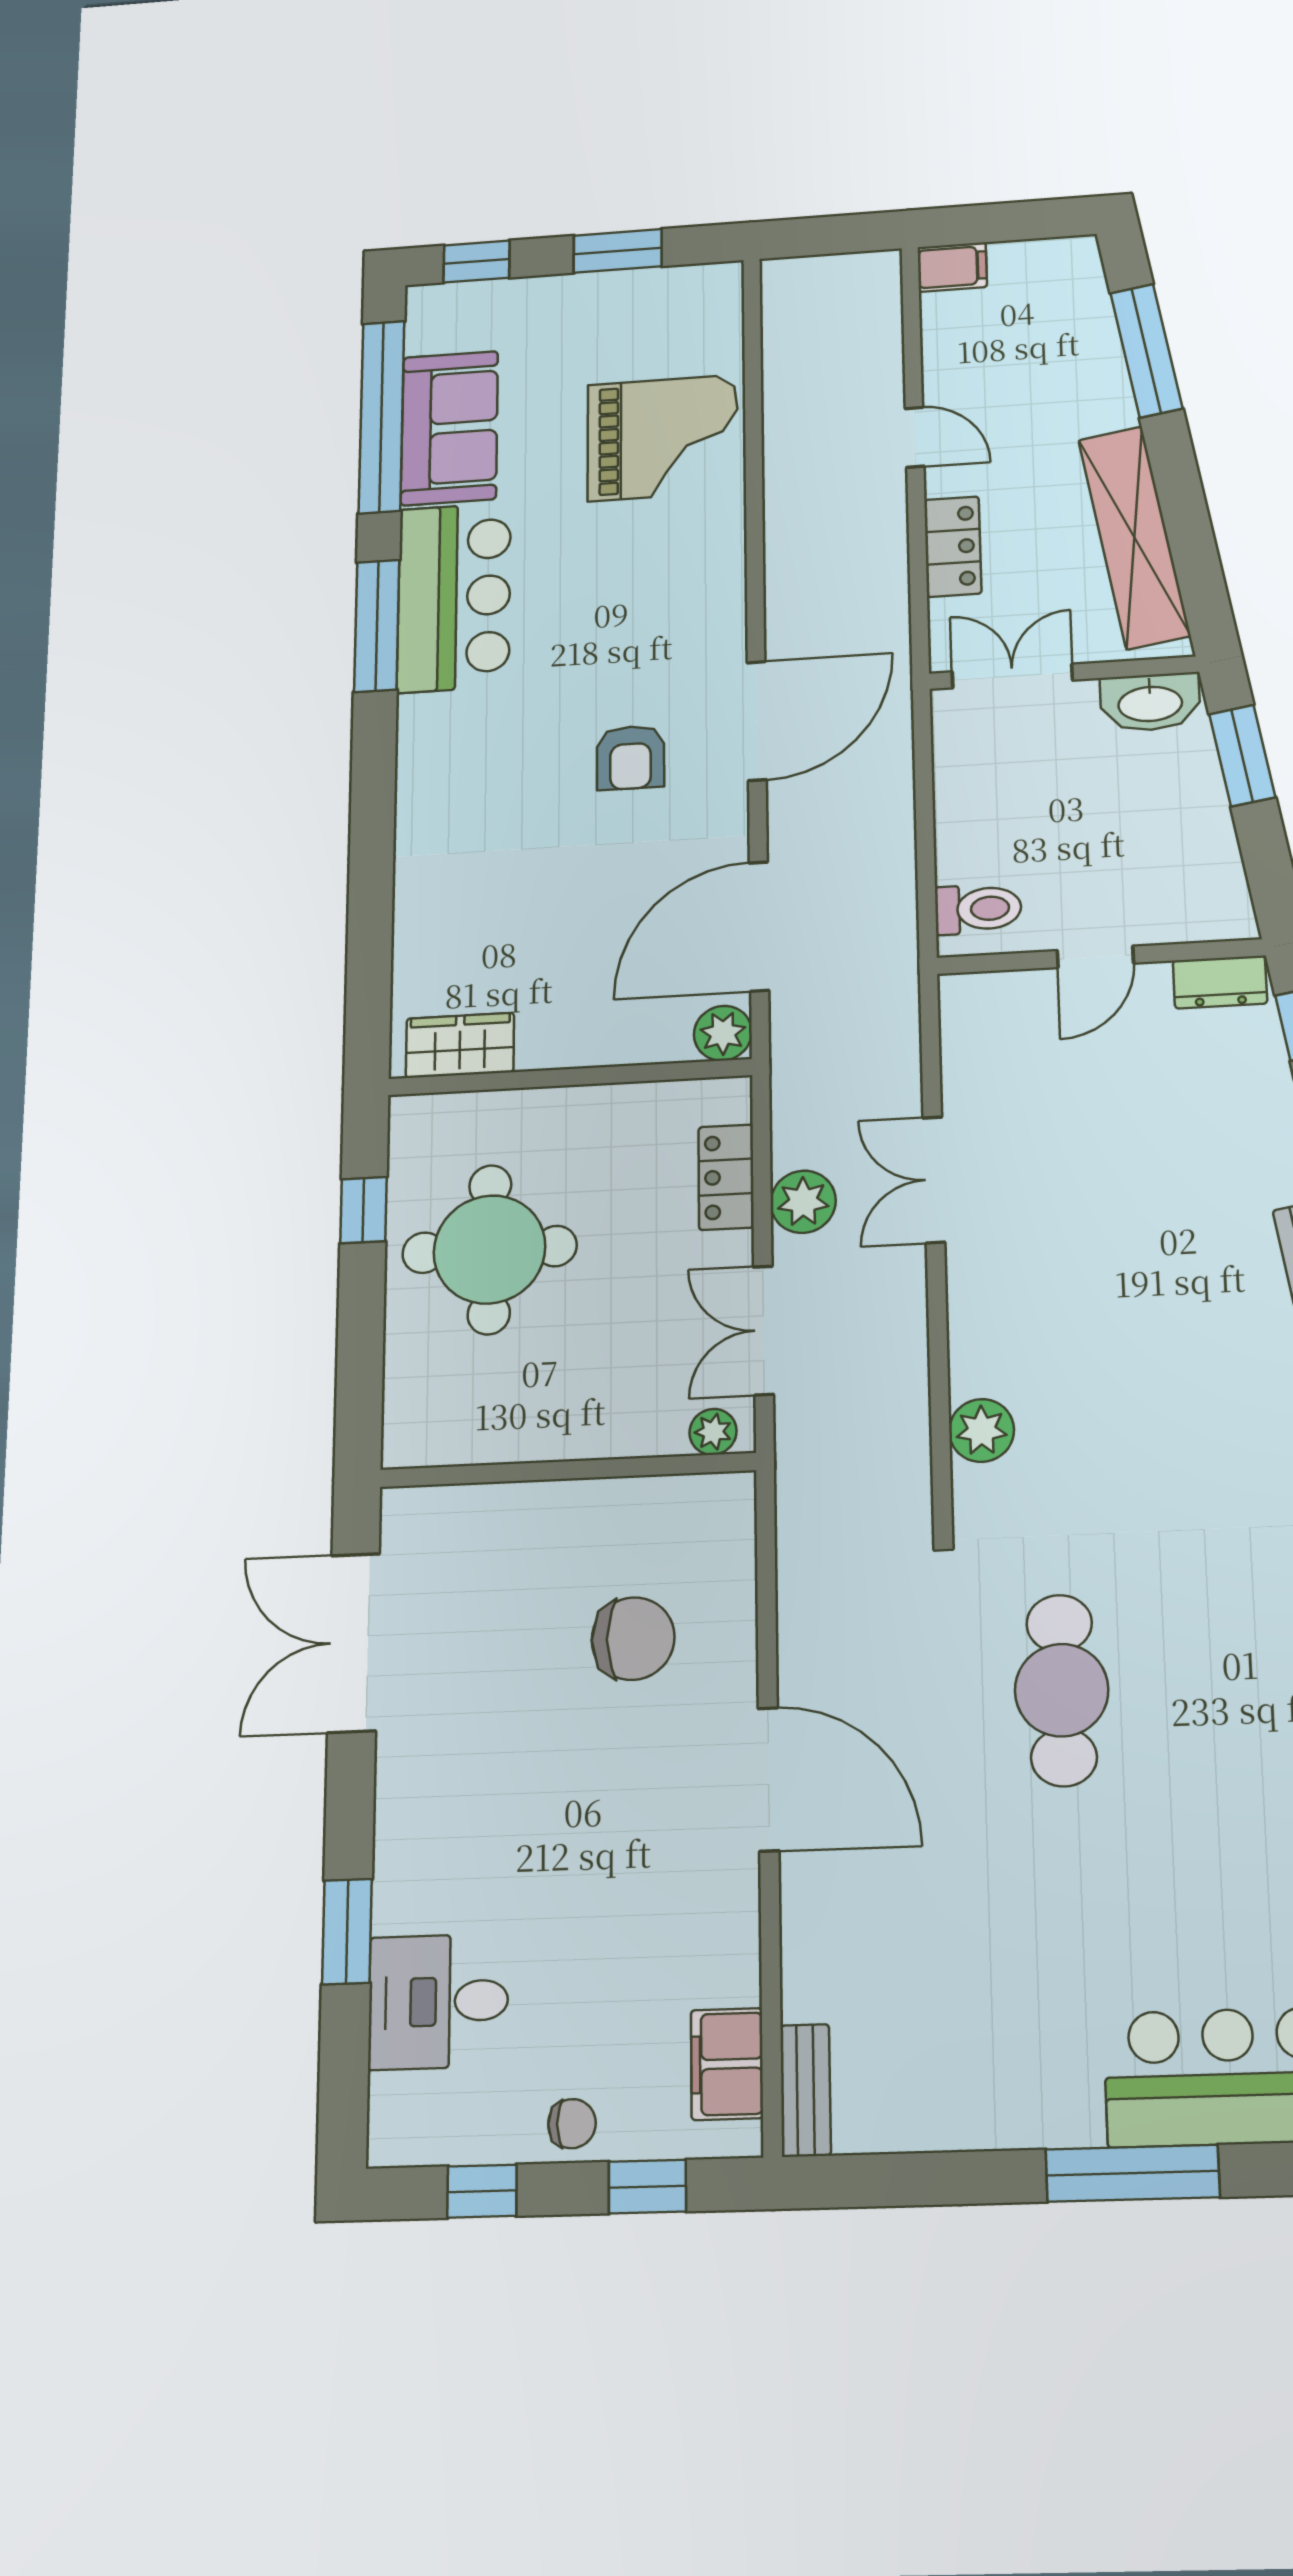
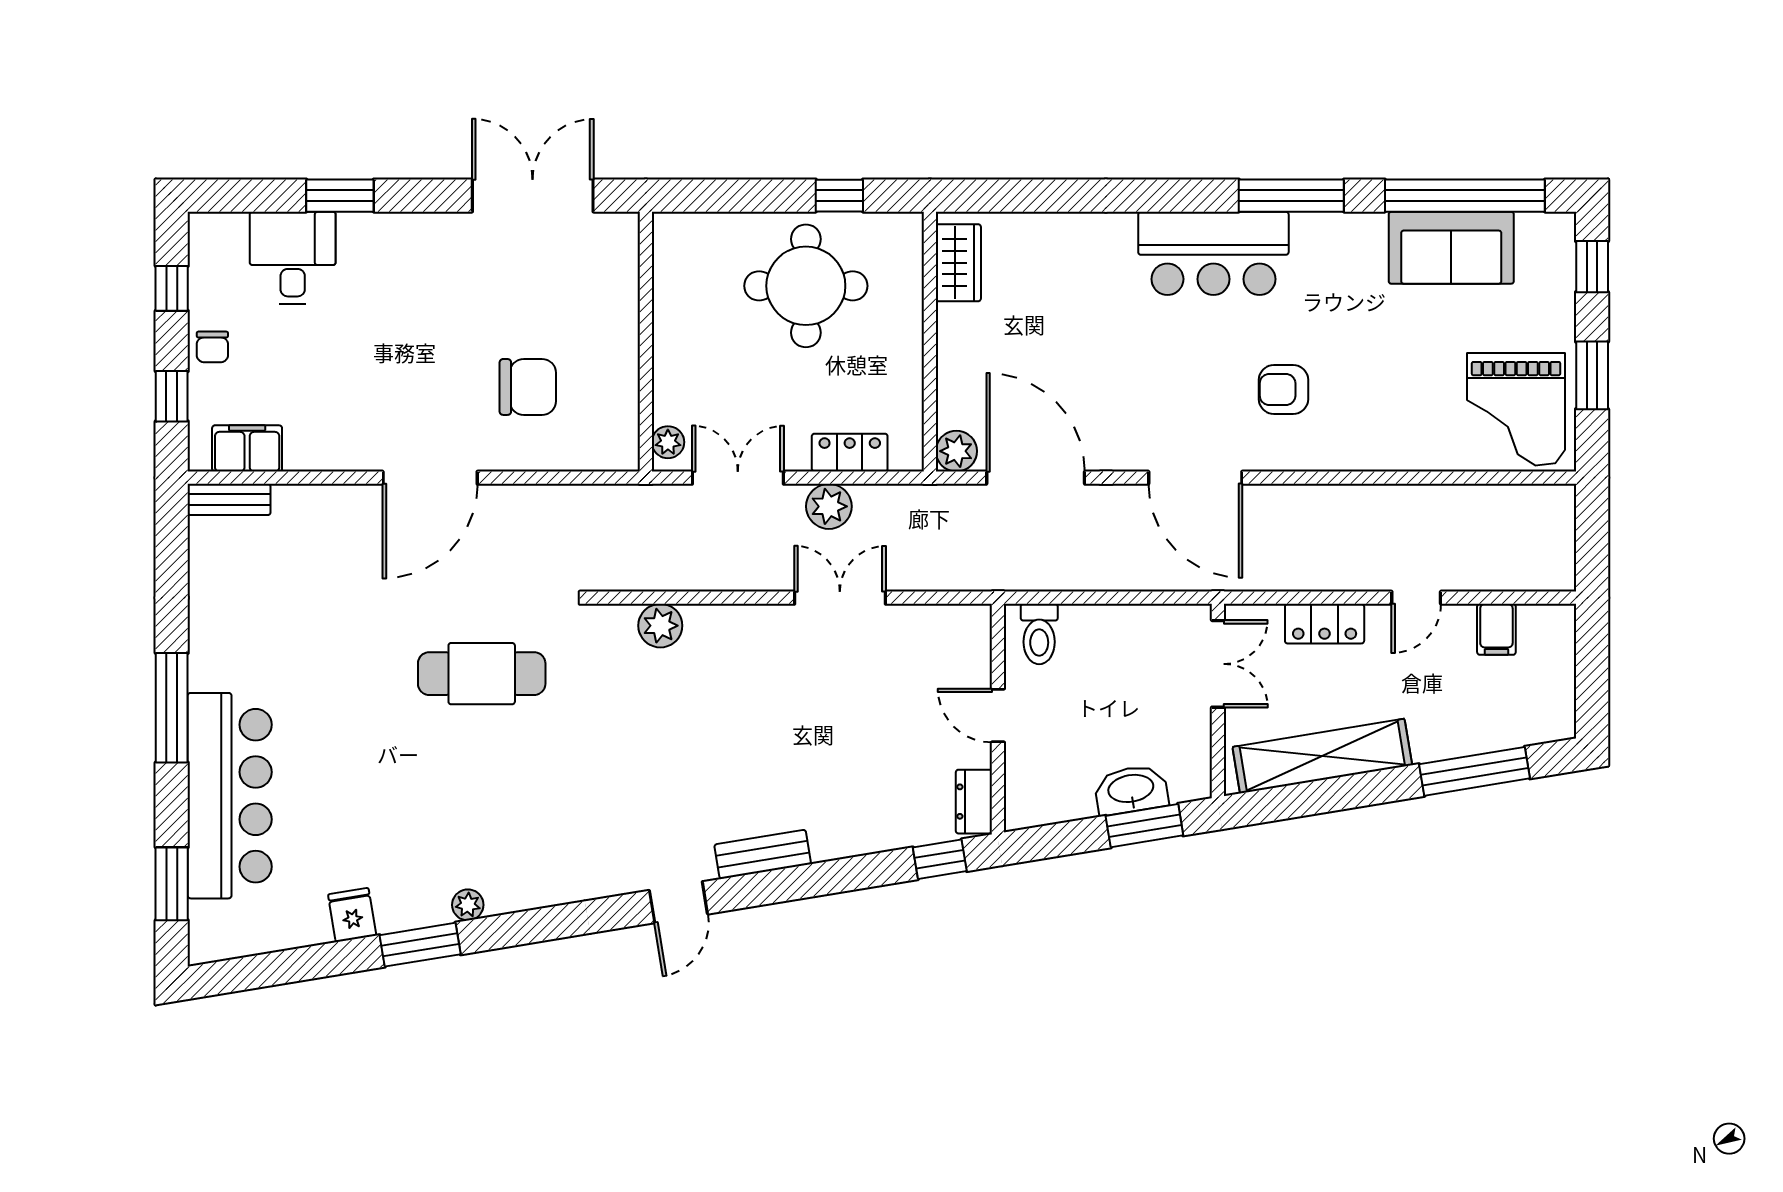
filing cabinet: (952, 267) -> (1496, 629), moved
grand piano: (663, 438) -> (1516, 409), moved
bar counter: (454, 597) -> (1213, 253), moved
washbasin: (1150, 702) -> (1131, 790), moved, turned 81
armchair: (631, 758) -> (1283, 389), moved
chair: (633, 1639) -> (528, 387), turned -90

